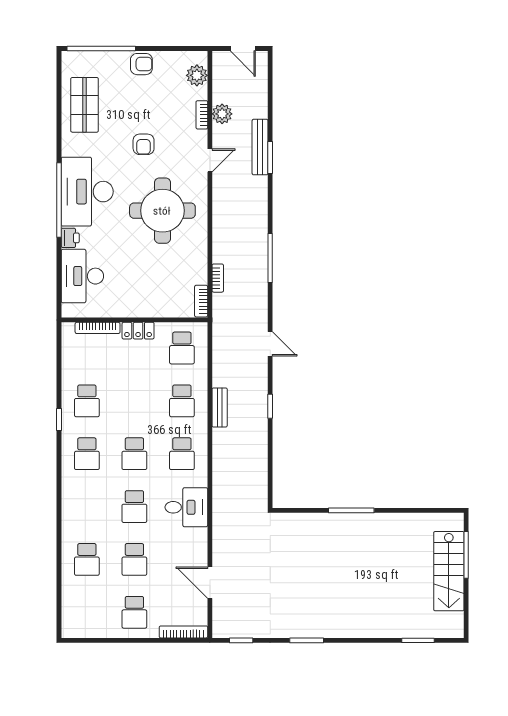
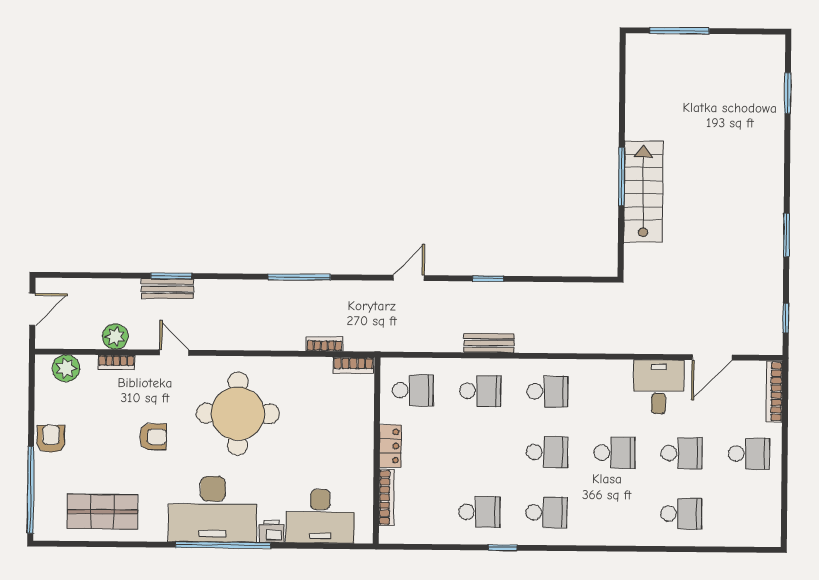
bench: (260, 147) -> (167, 289), width x0.73
desk: (186, 507) -> (659, 387), moved
stairs: (449, 571) -> (643, 192), moved, turned -90

